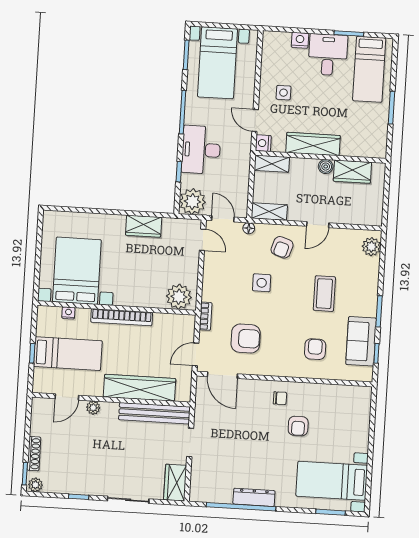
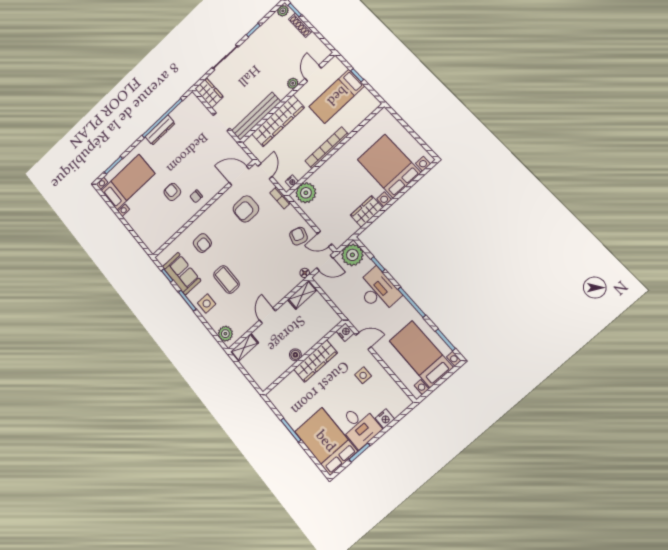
bed: (369, 69) -> (326, 441), width x1.50
shelving: (272, 164) -> (244, 347), moved
wardrobe: (352, 172) -> (277, 367), removed
armchair: (282, 247) -> (299, 236), moved
bed with nightstands: (77, 271) -> (389, 166), moved, turned 180
side table: (262, 283) -> (207, 304), moved
nightstand: (68, 313) -> (292, 182), moved

